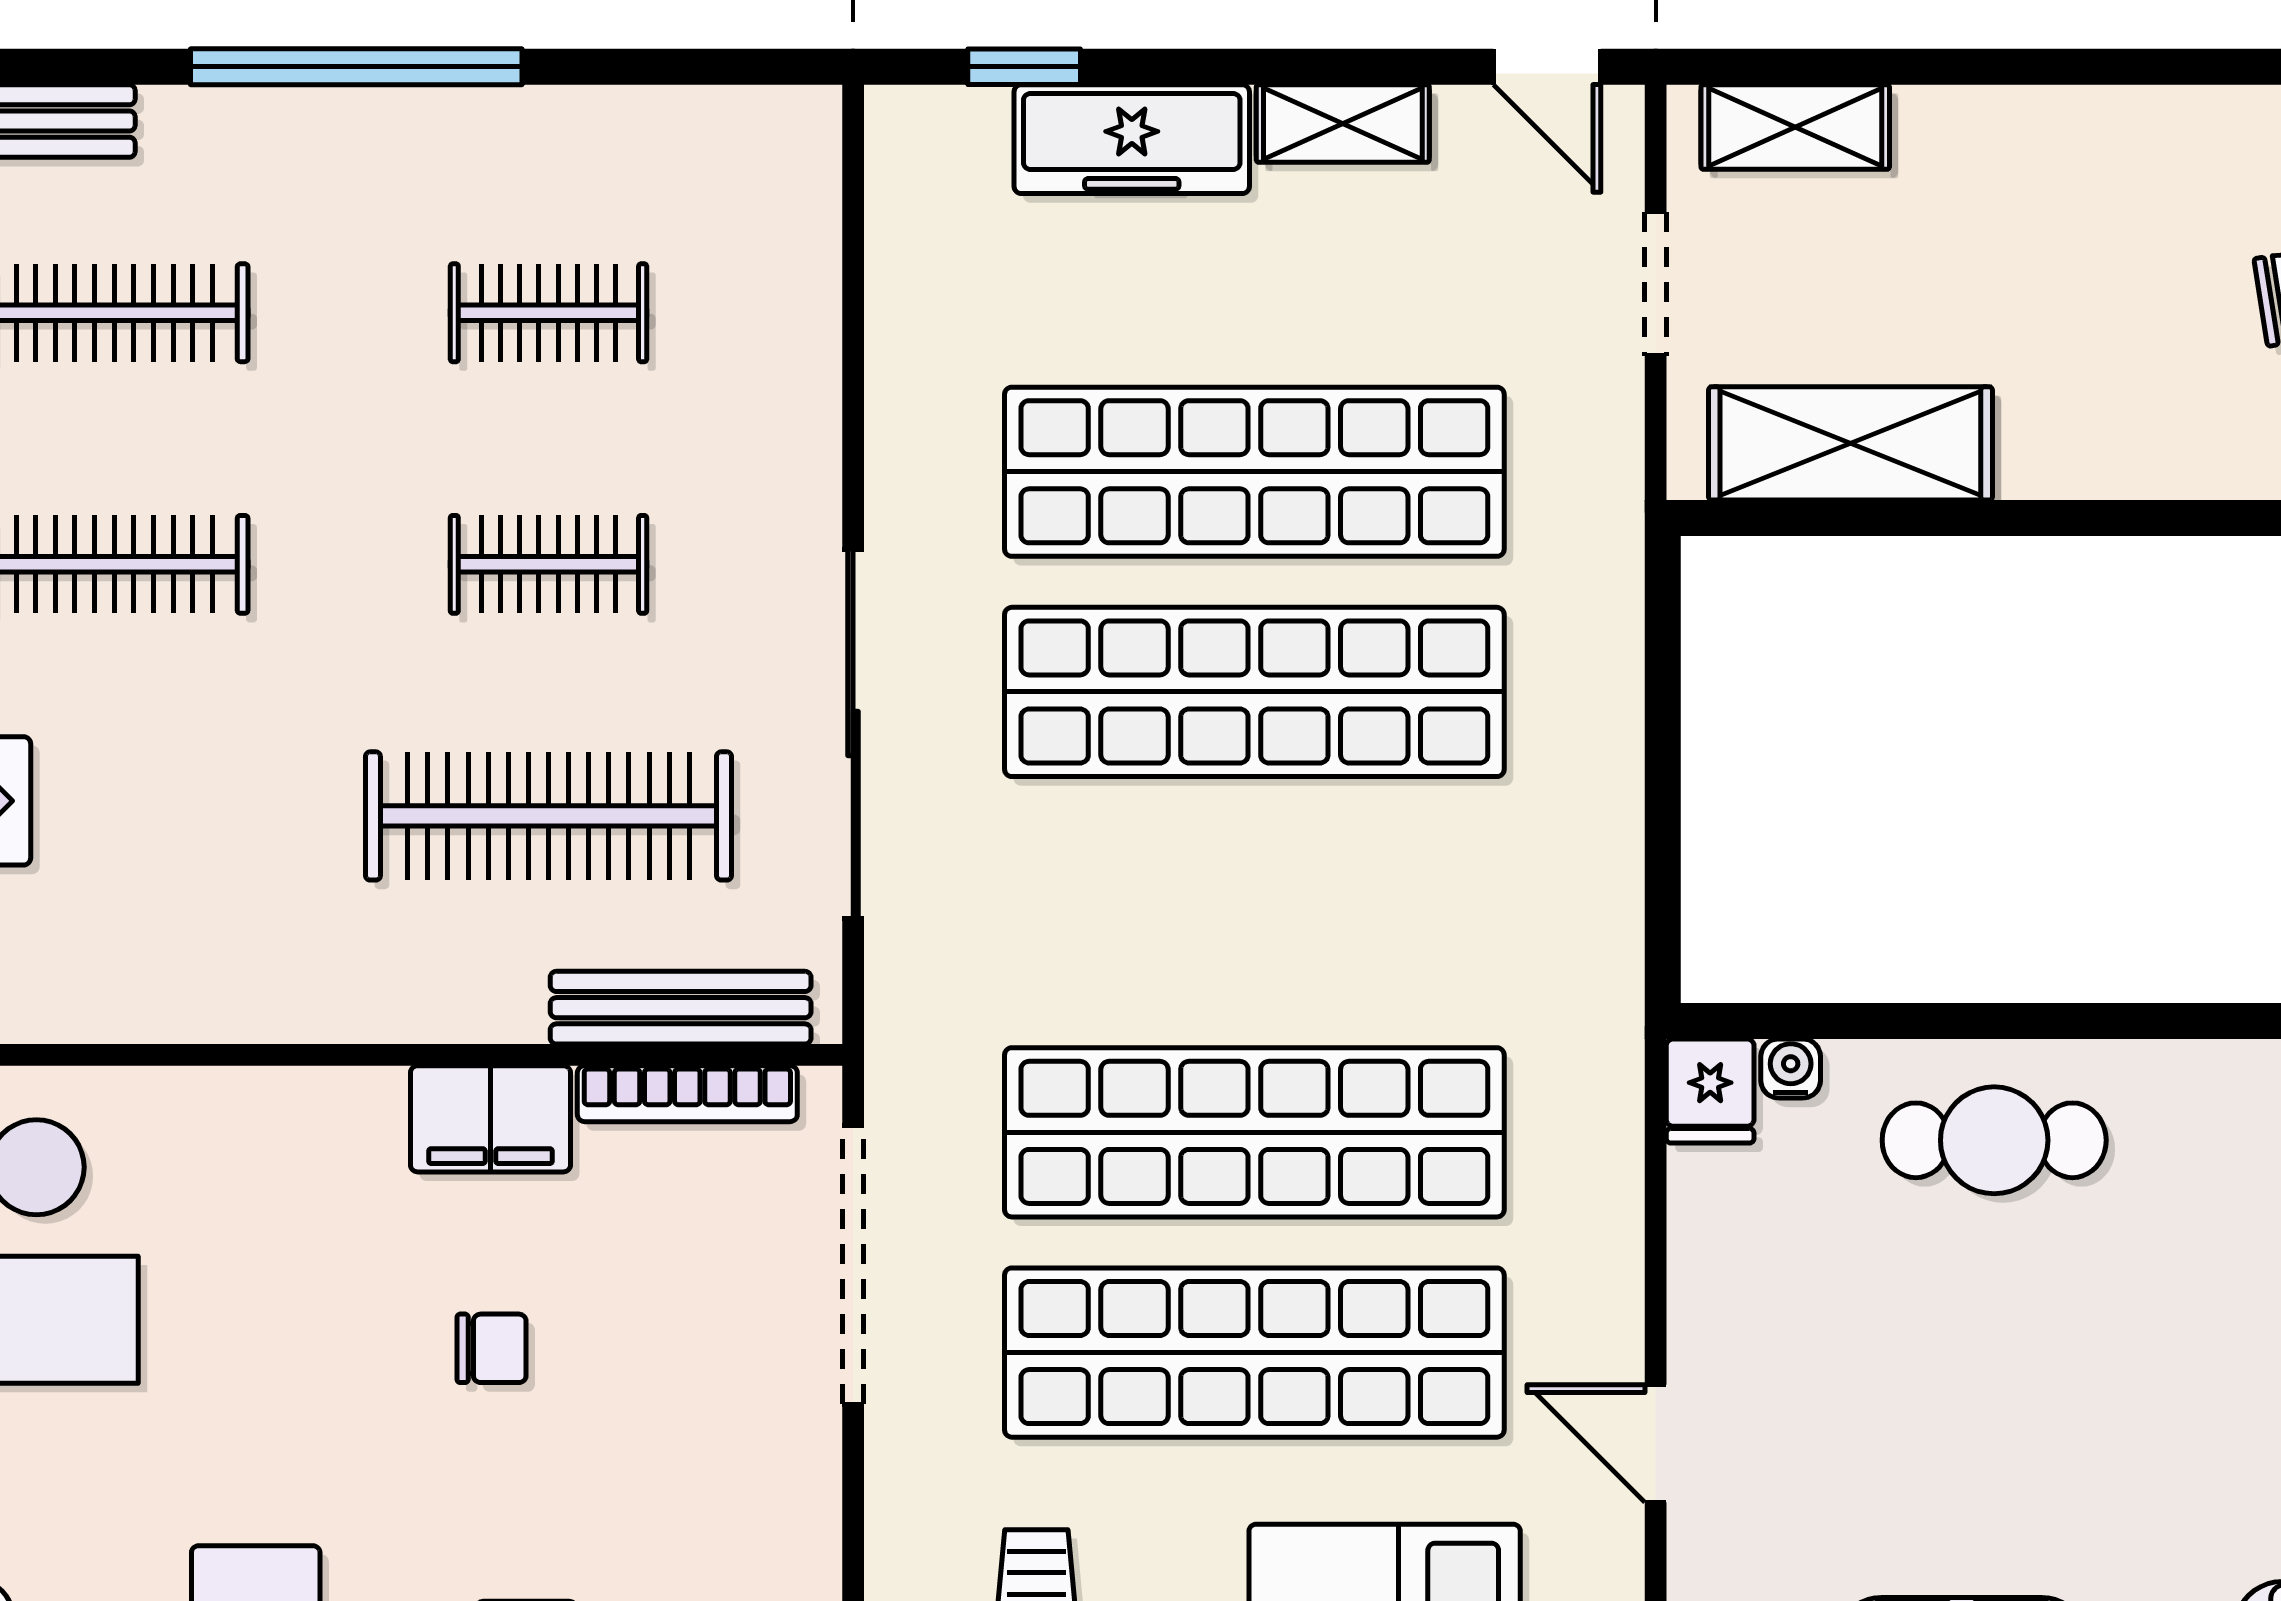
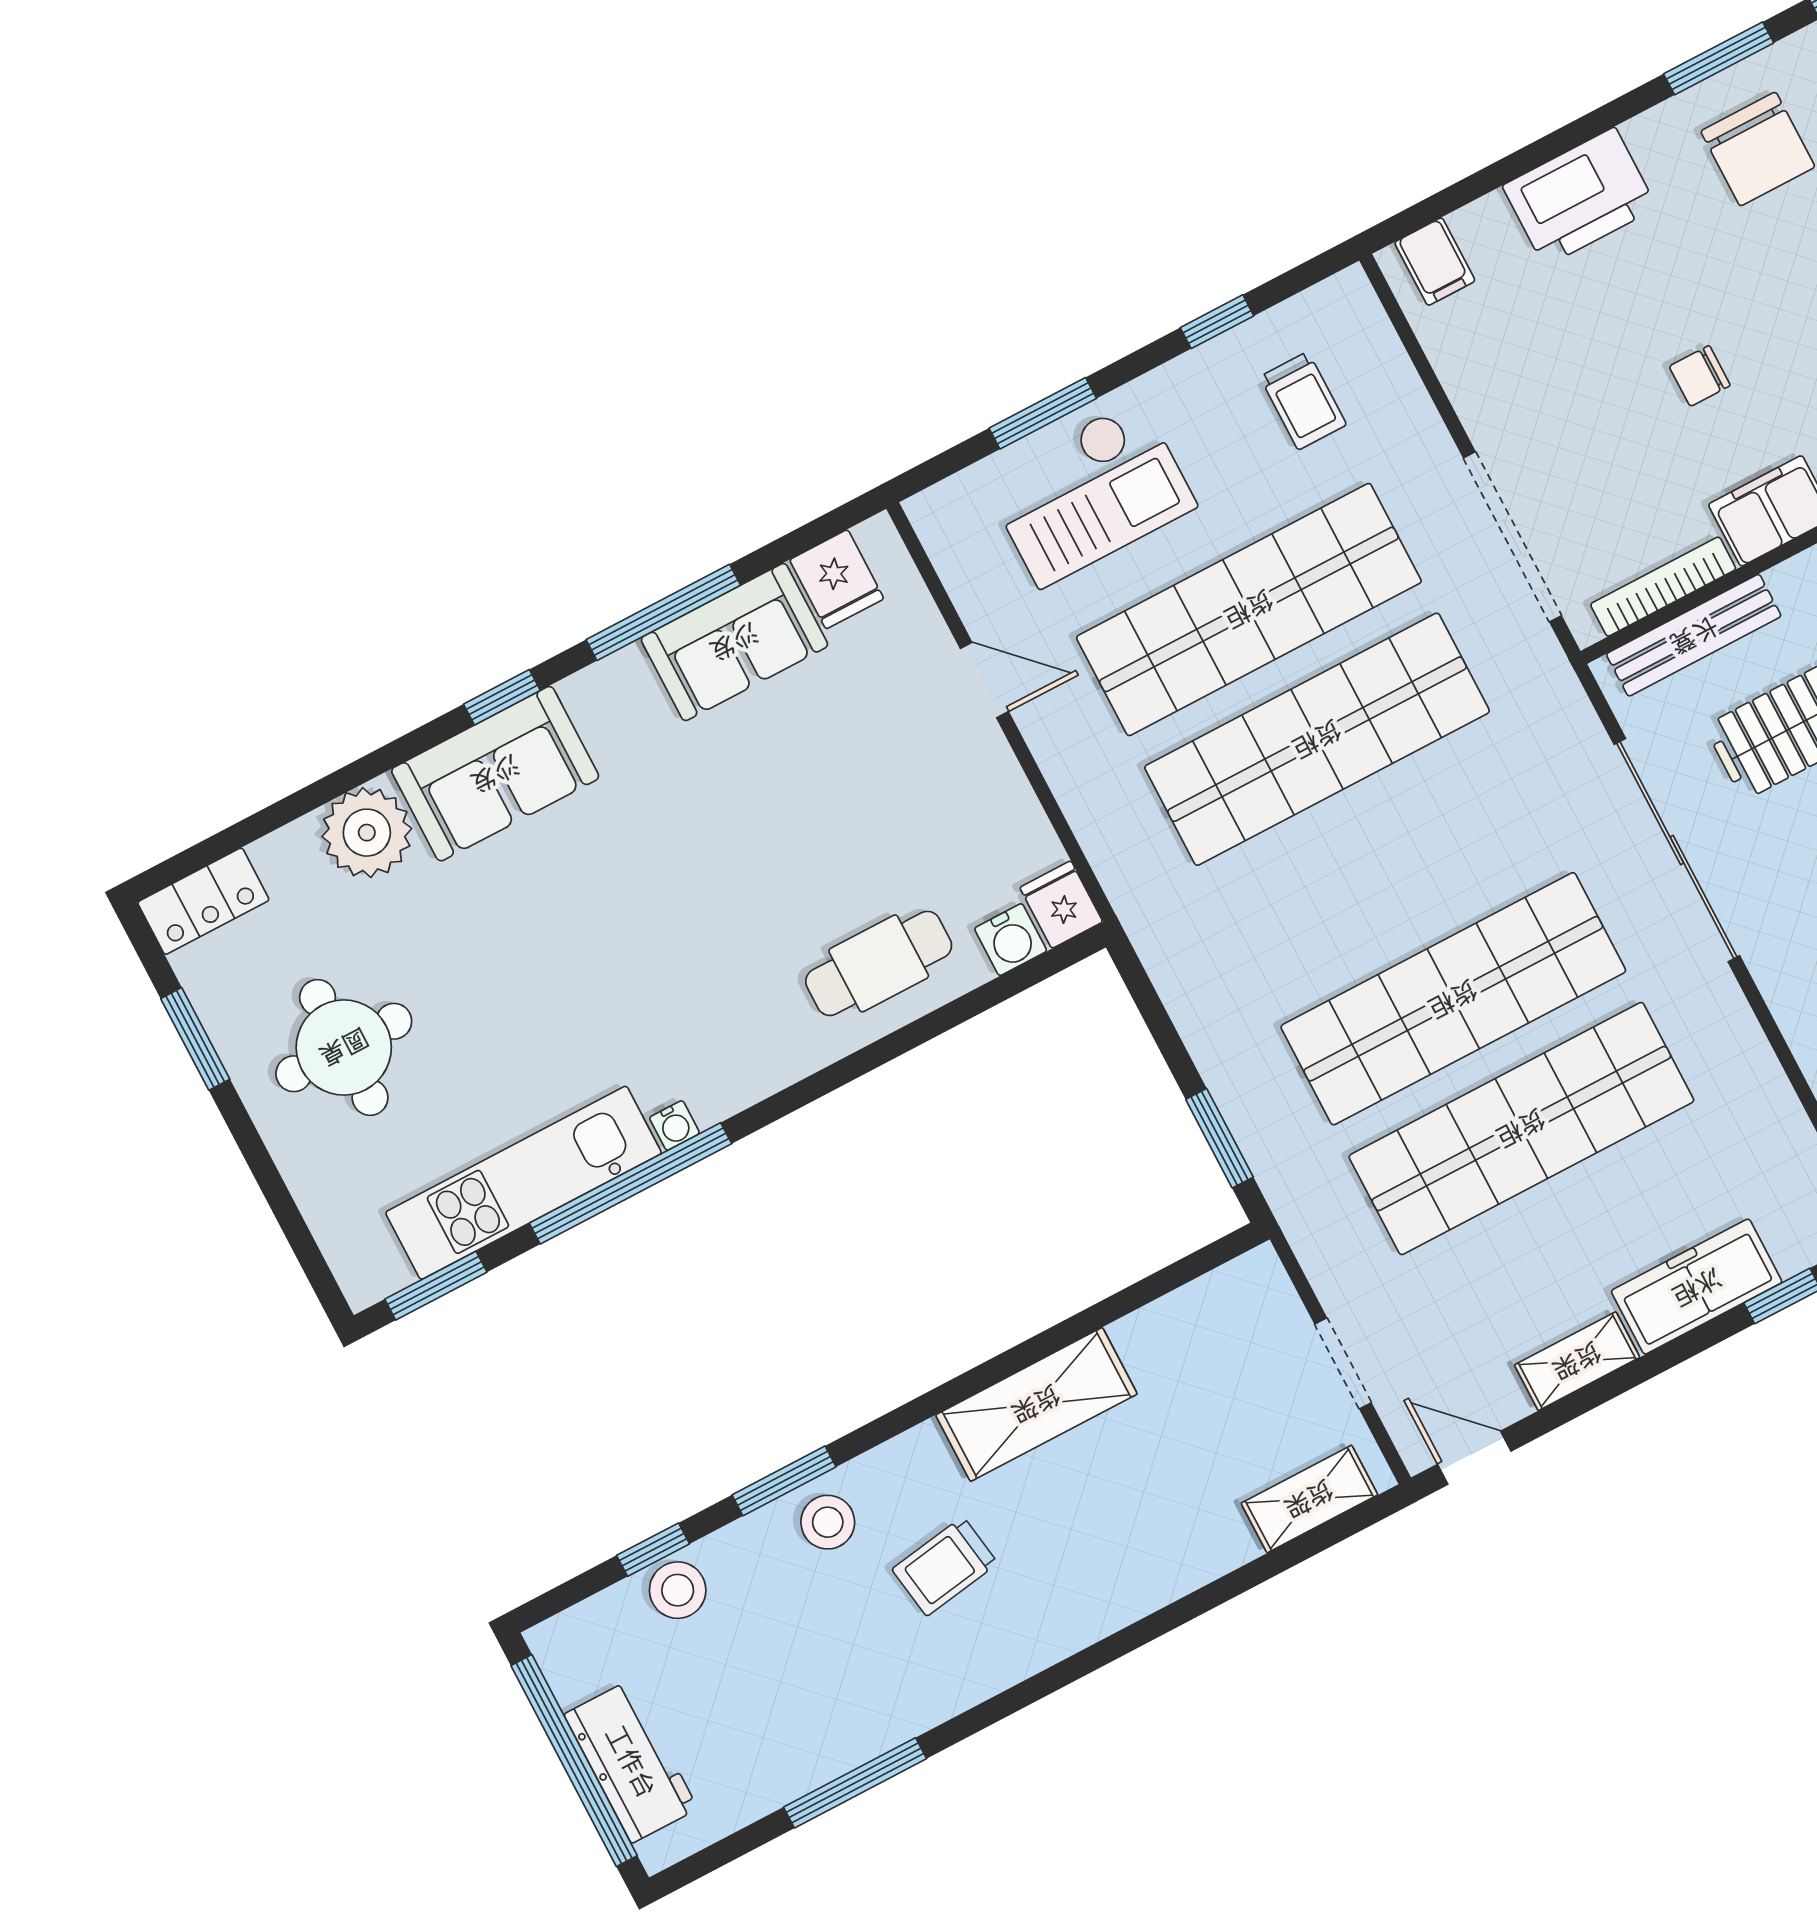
shelving: (1850, 443) -> (1036, 1404), moved
window: (1663, 670) -> (1219, 1138), added
water cooler: (1791, 1068) -> (1011, 940), width x1.38, depth x1.38

